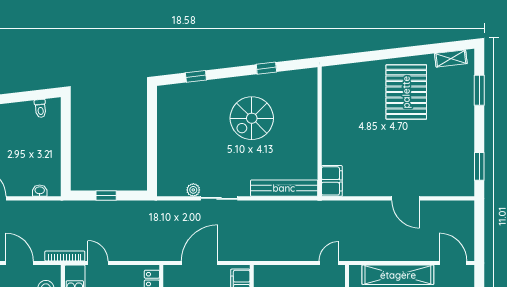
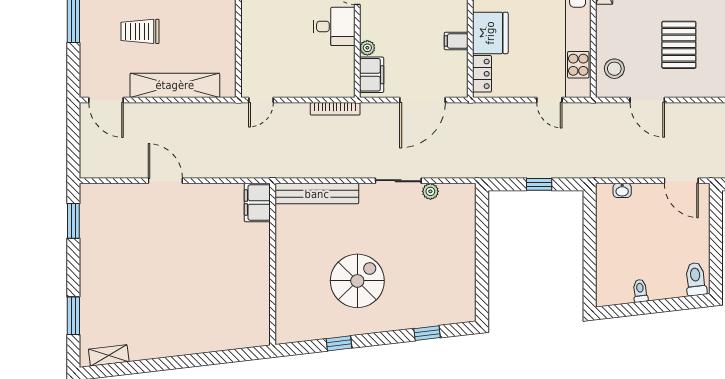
pallet: (406, 92) -> (164, 314), removed
toilet: (40, 108) -> (640, 291), moved
bookcase: (65, 256) -> (335, 109), moved

